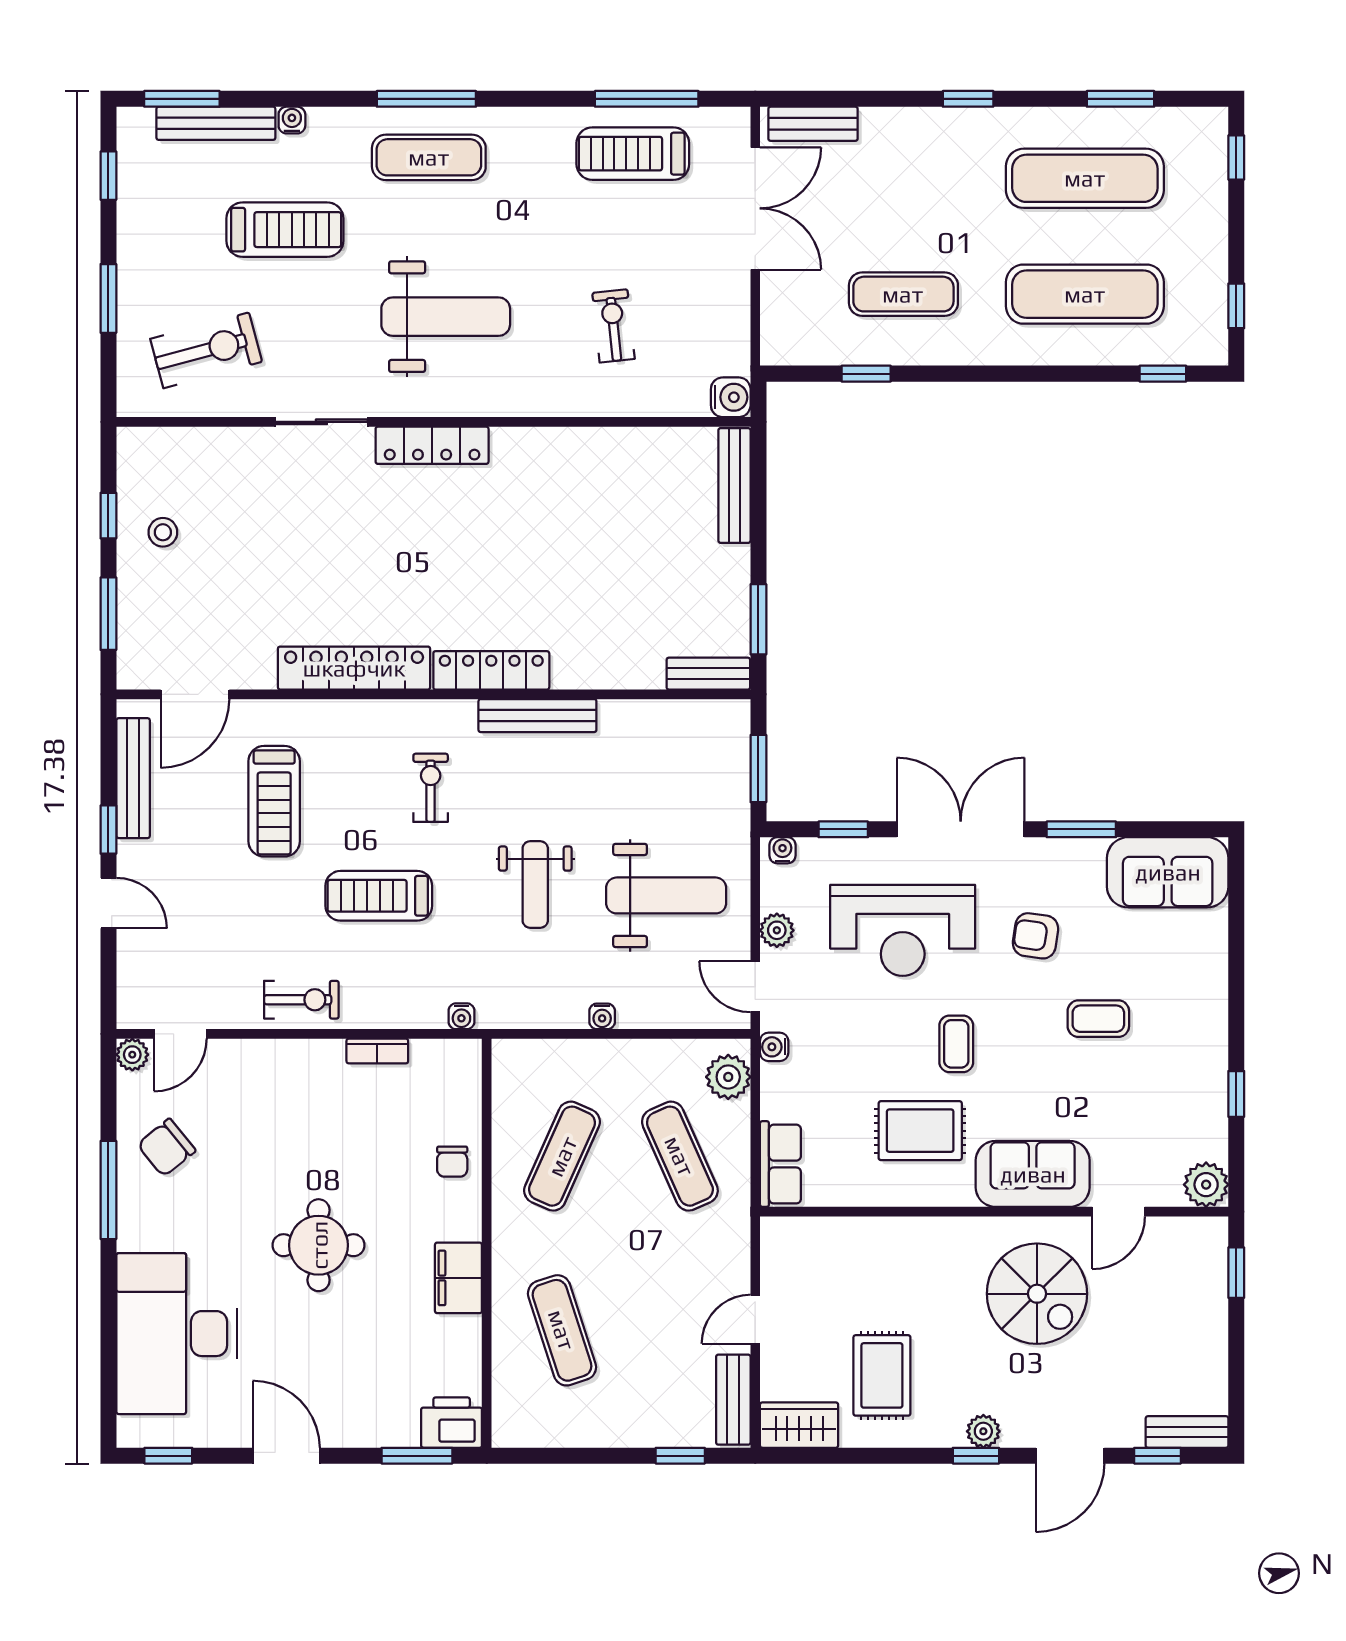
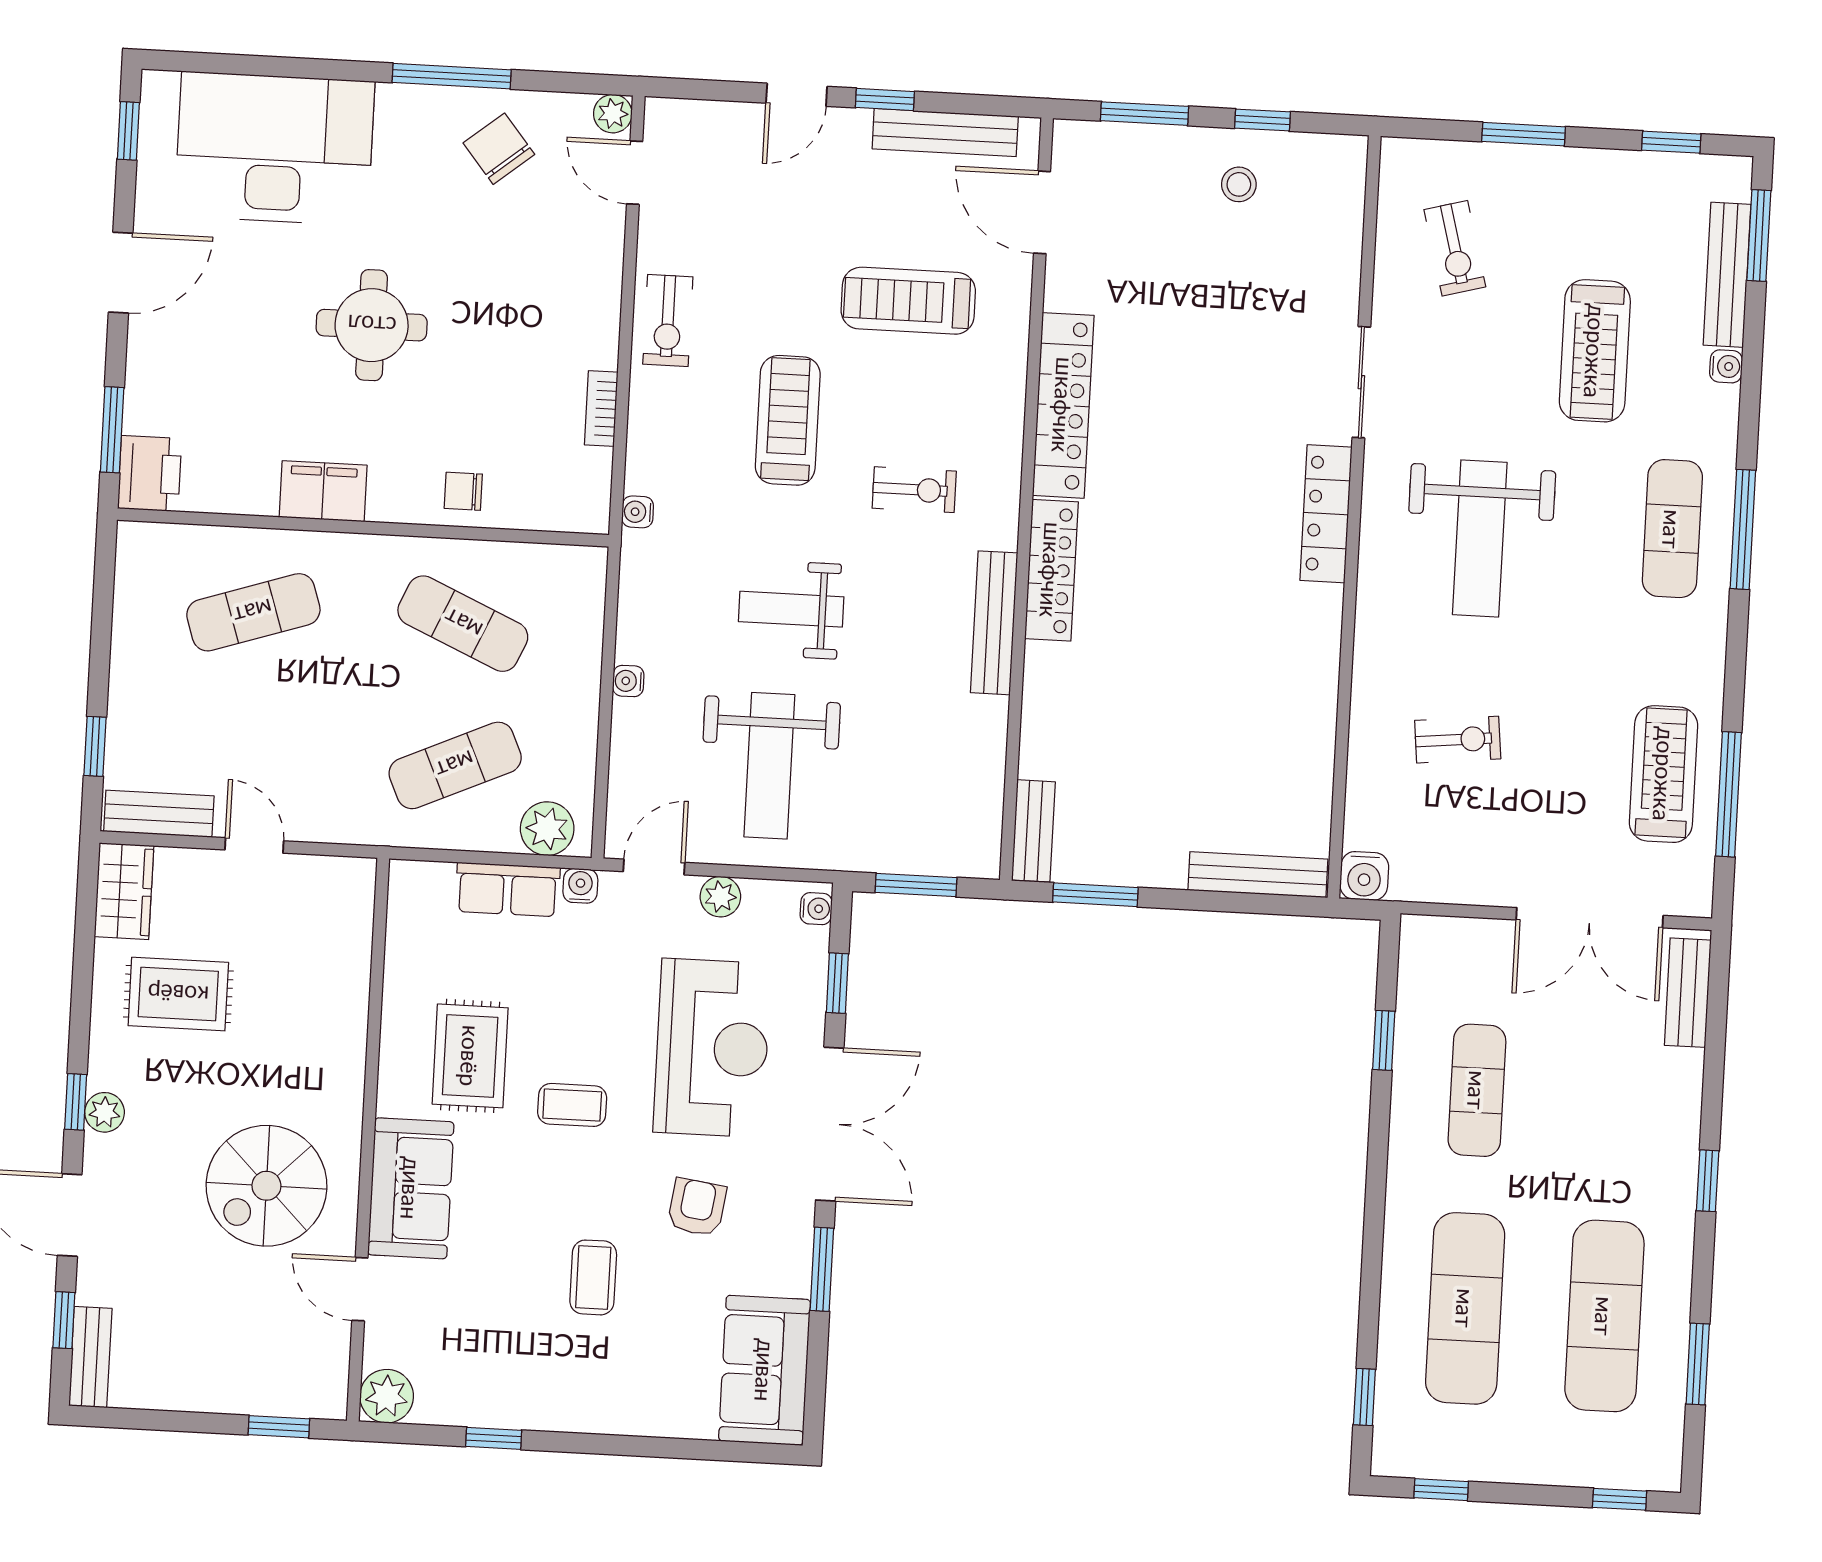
exercise bike: (206, 350) -> (1455, 248), width x0.73, depth x0.72
reception desk: (903, 930) -> (712, 1048), turned 180
row of seats: (780, 1164) -> (508, 890), moved

